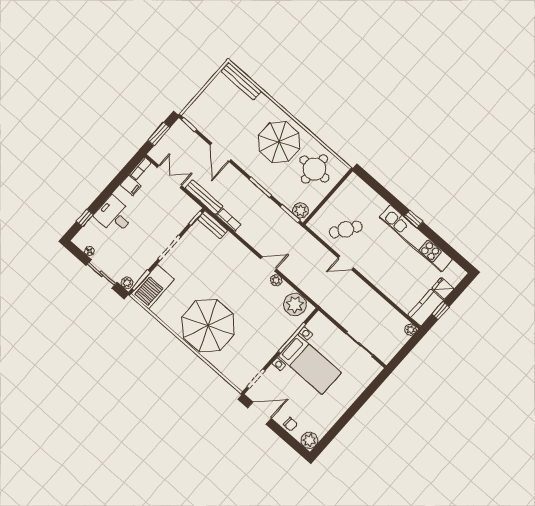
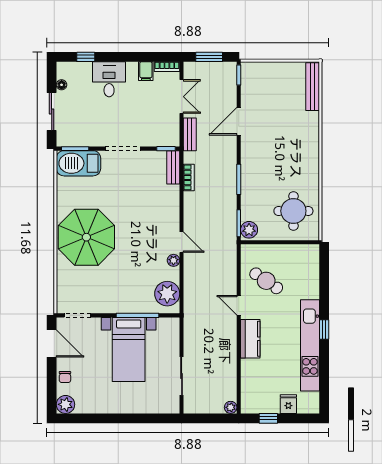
parasol: (279, 142) -> (290, 162), removed
bench: (204, 197) -> (190, 134), width x0.73
plant: (127, 283) -> (63, 139), removed
kitchen counter: (426, 308) -> (250, 339), moved, turned 90

